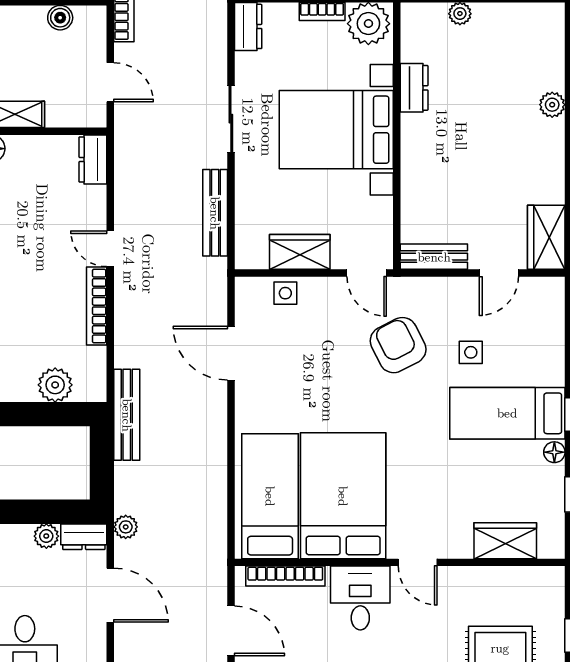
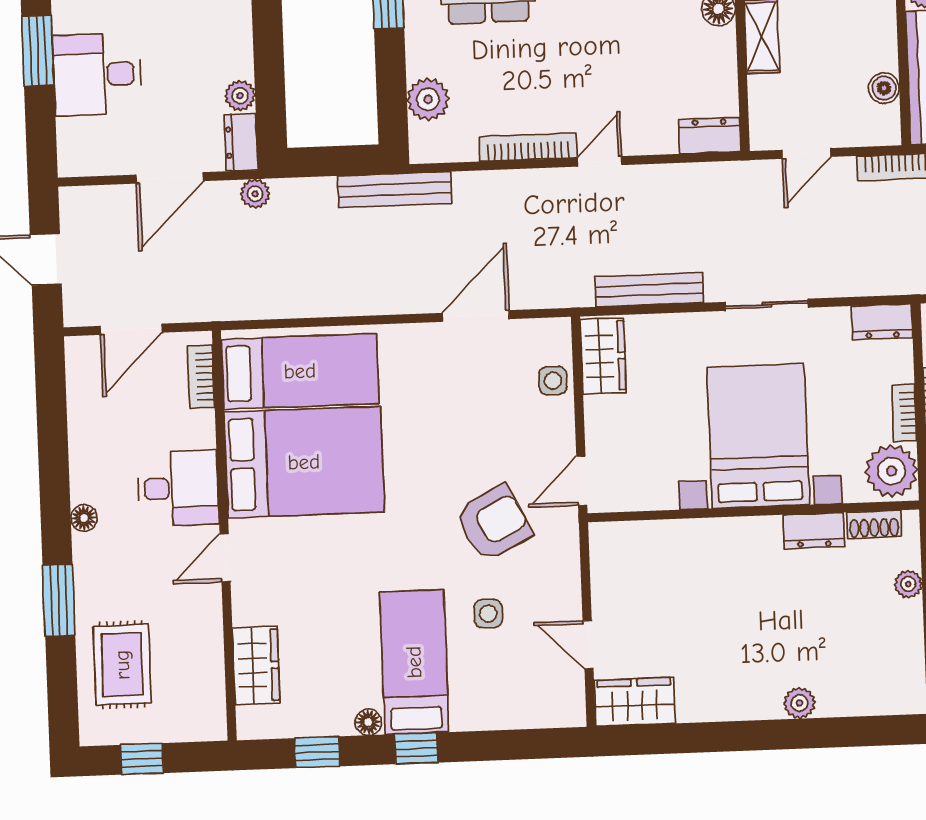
shoe rack: (411, 39) -> (874, 524), added
wardrobe: (300, 252) -> (603, 356), moved
bench: (434, 257) -> (605, 563), removed
bookcase: (285, 576) -> (201, 377), width x0.64

